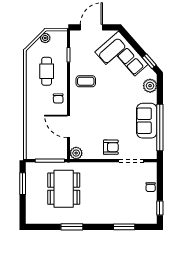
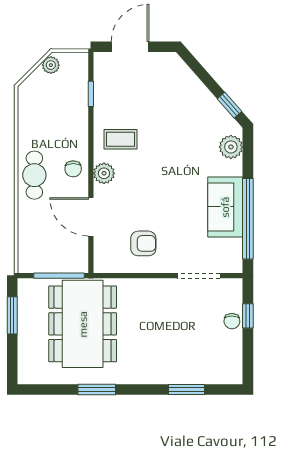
corner sofa: (121, 58) -> (182, 100), removed
cafe table: (47, 71) -> (34, 175), moved
armchair: (111, 147) -> (143, 243), moved
plant: (76, 153) -> (104, 173), moved
dining table: (64, 189) -> (83, 324), width x1.36, depth x1.24
window: (160, 208) -> (248, 316), moved

